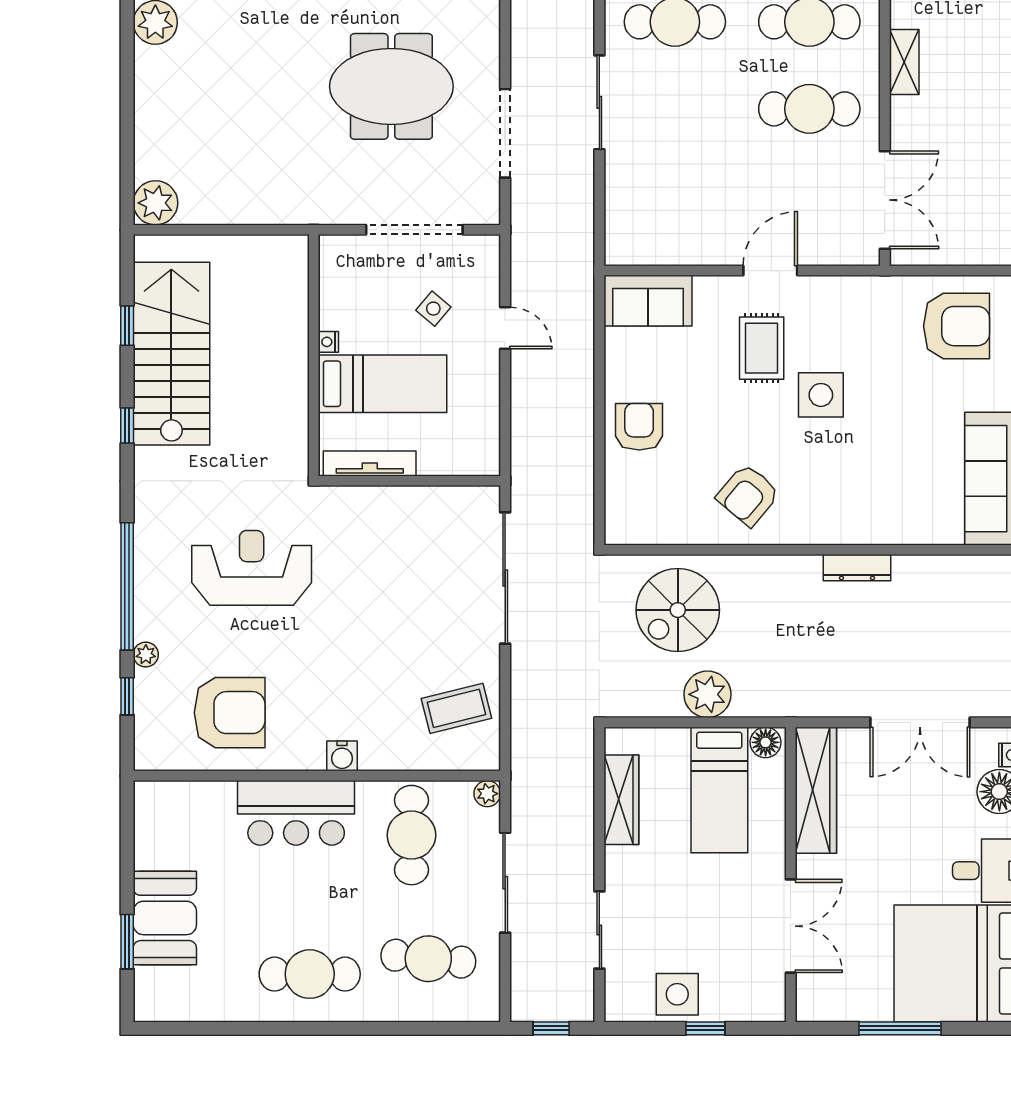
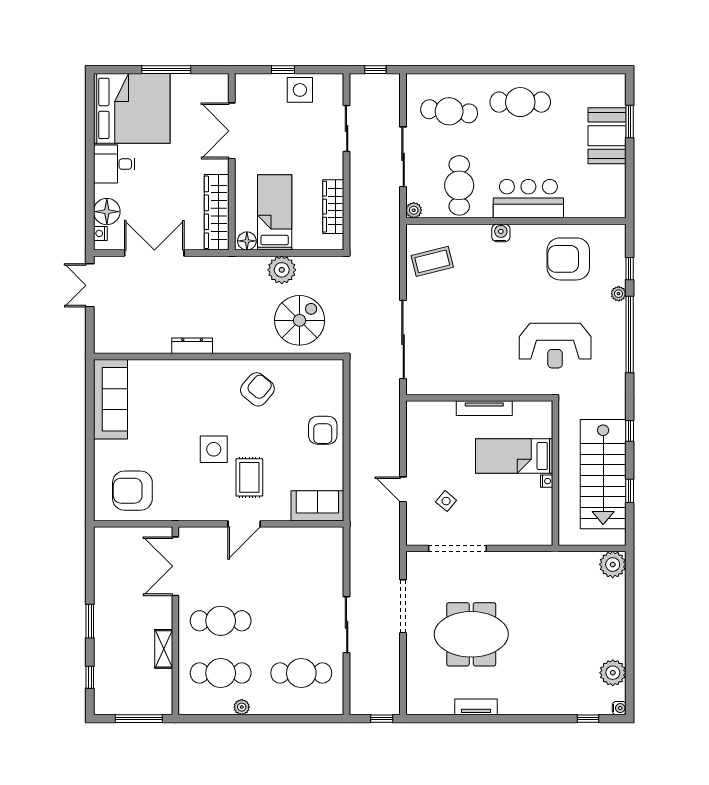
nightstand: (328, 342) -> (547, 481), moved
wall: (314, 355) -> (555, 473), moved
bed: (383, 384) -> (514, 456), moved

